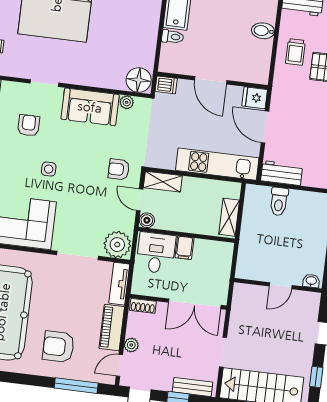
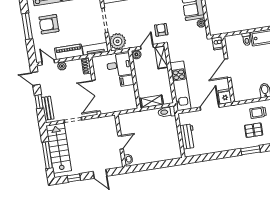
floor lamp: (139, 80) -> (216, 27), removed
workbench: (282, 173) -> (188, 136), moved
toilet: (279, 201) -> (167, 112), moved
door: (281, 286) -> (121, 142), swing flipped
armchair: (58, 347) -> (49, 24), turned -90
window: (76, 386) -> (27, 26), moved

